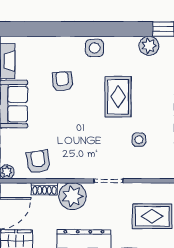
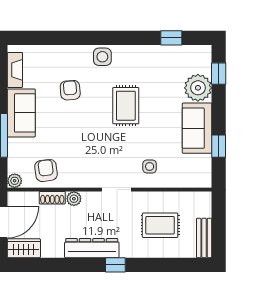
plant: (149, 46) -> (157, 55), removed
side table: (139, 140) -> (150, 166), moved
plant: (72, 196) -> (74, 199), width x0.53, depth x0.53

